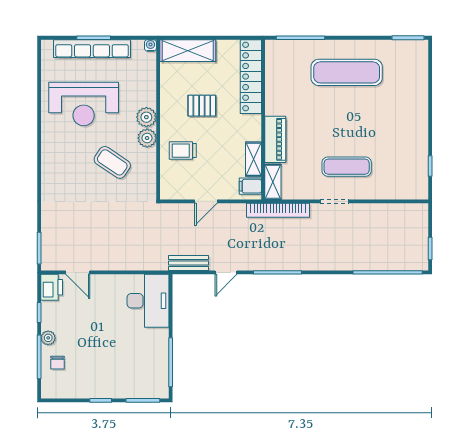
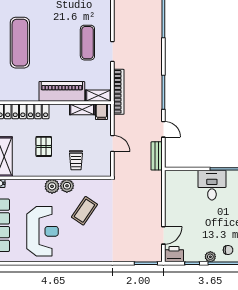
piano: (275, 139) -> (62, 91), width x1.37, depth x1.33
desk: (148, 301) -> (212, 185), moved, width x0.73

